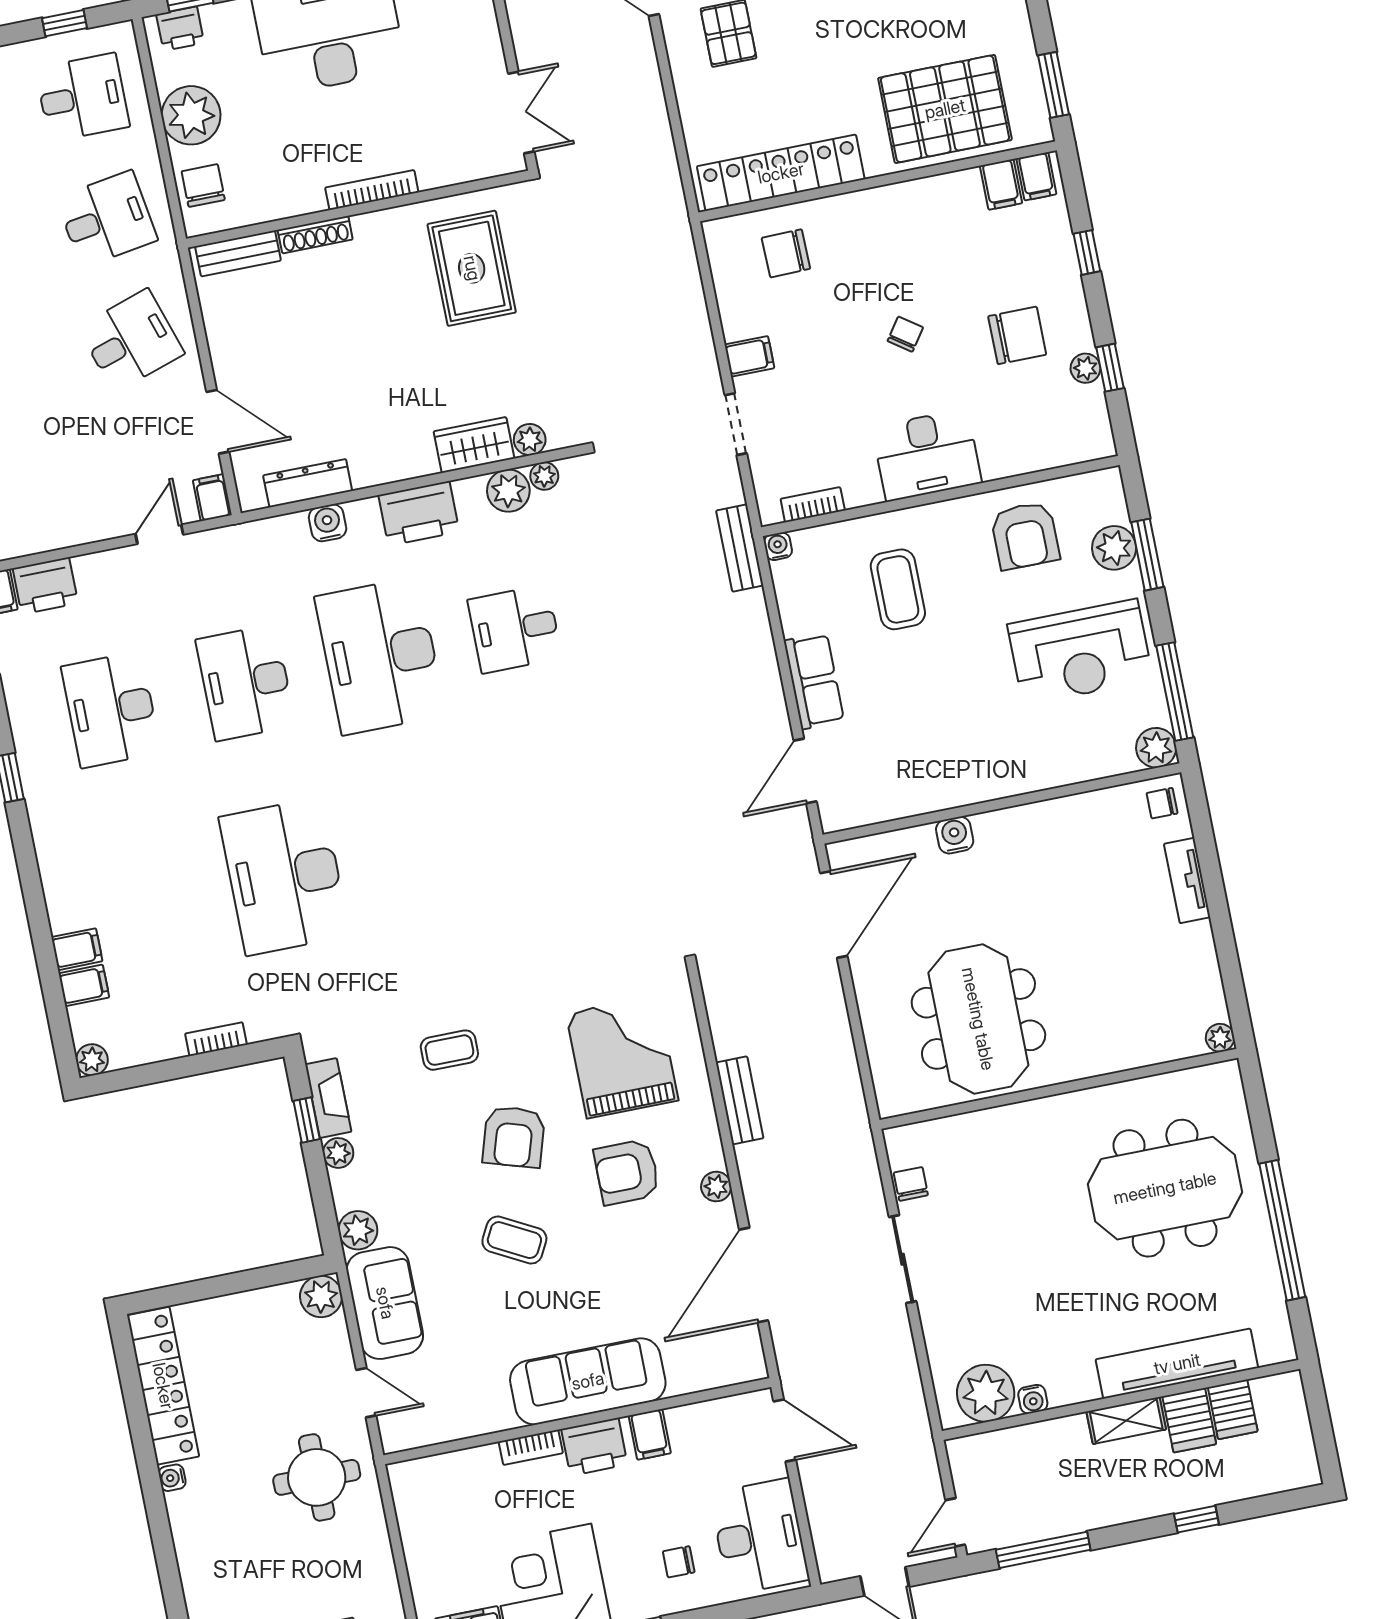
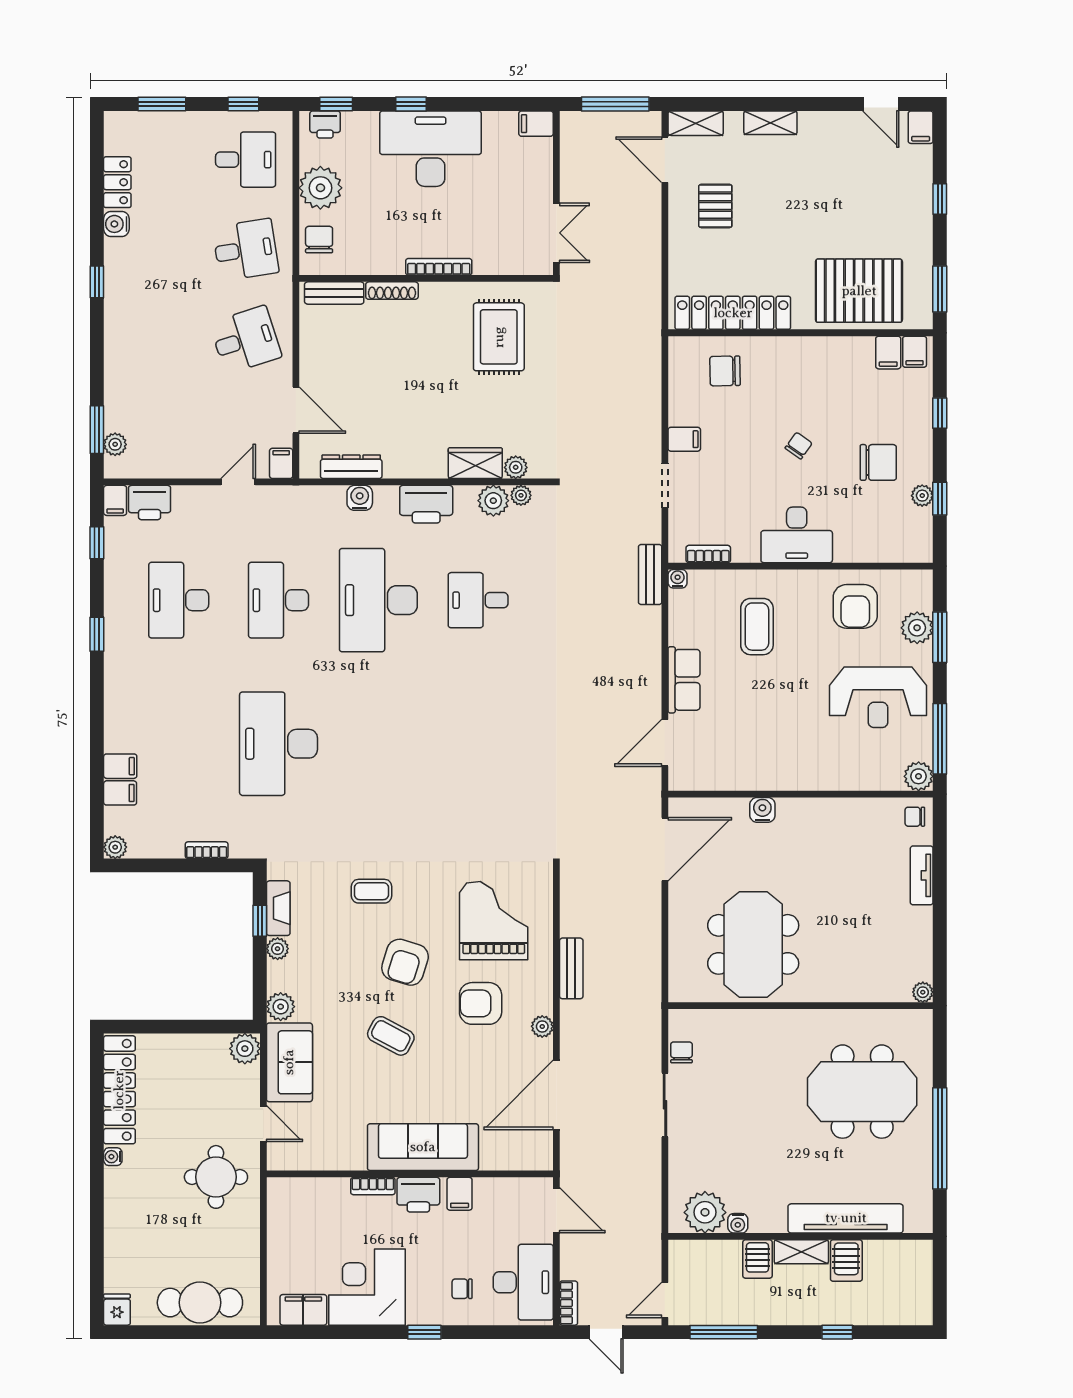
server rack: (1233, 1409) -> (757, 1259), moved
bookcase: (826, 1552) -> (569, 1303), added

